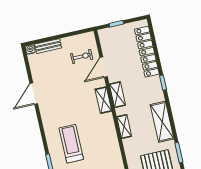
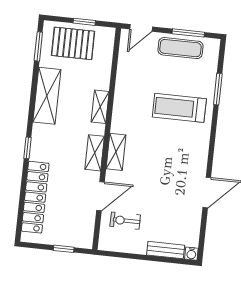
treadmill: (71, 144) -> (179, 108), turned 90

